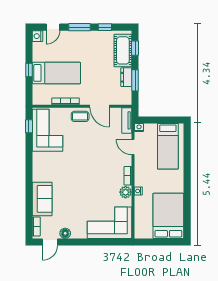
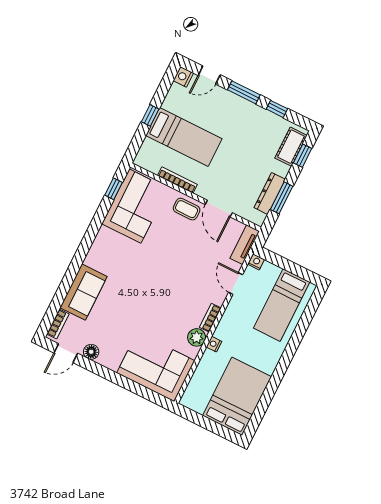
cot: (123, 50) -> (291, 147), width x0.73, depth x0.75
dresser: (126, 77) -> (270, 193), width x1.44

